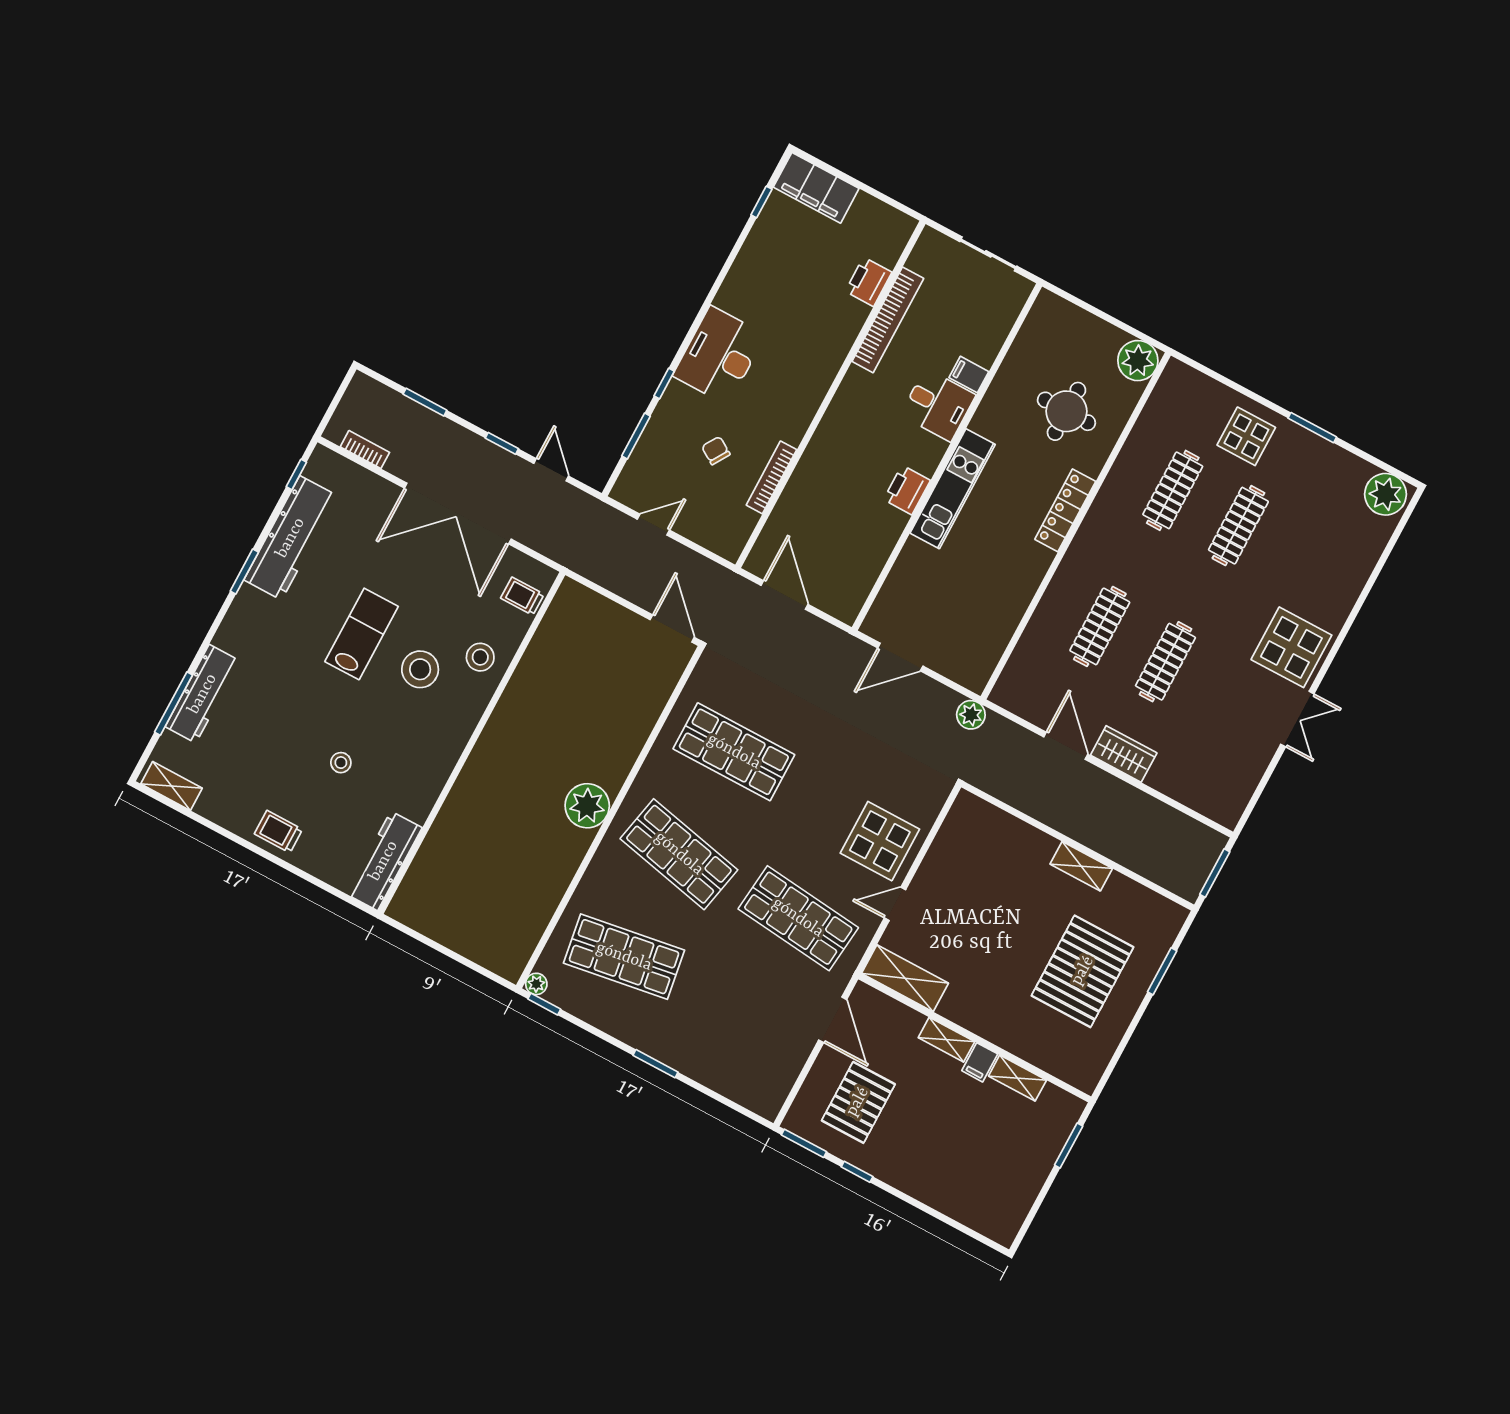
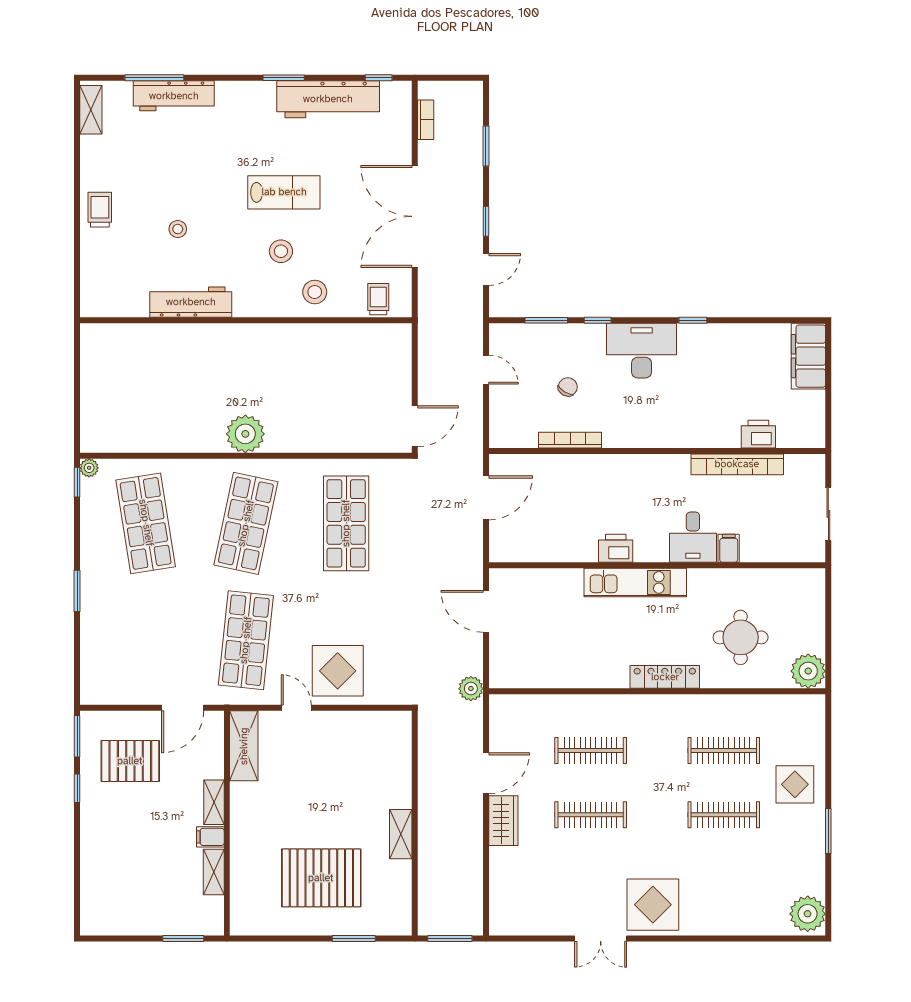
window: (761, 202) -> (693, 320), moved
stool: (420, 669) -> (281, 251), width x0.73, depth x0.73
workbench: (384, 861) -> (191, 302), moved

